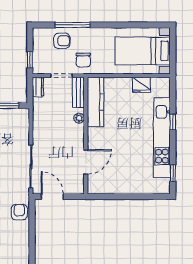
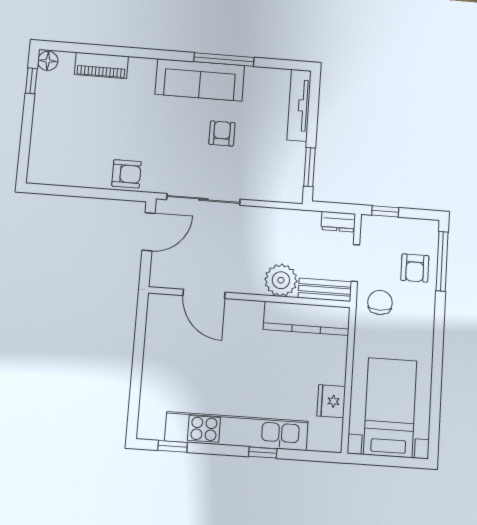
window: (73, 25) -> (442, 261), moved
chair: (83, 60) -> (380, 302), turned 90
plant: (79, 118) -> (281, 280), width x1.87, depth x1.87

